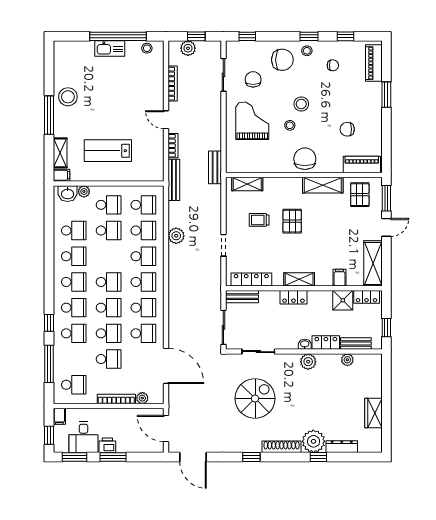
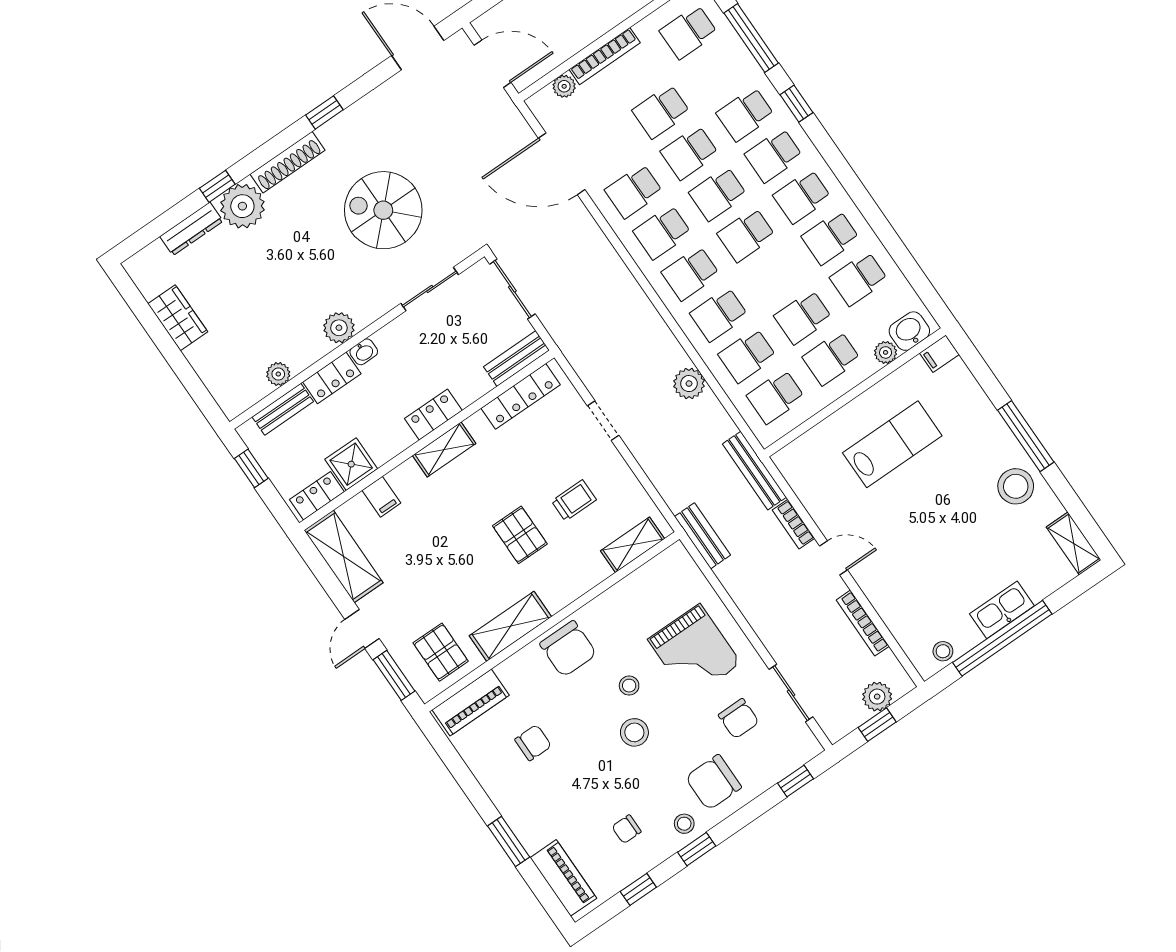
shelving: (60, 153) -> (1074, 543), moved
spiral stairs: (255, 398) -> (383, 210), turned 90

